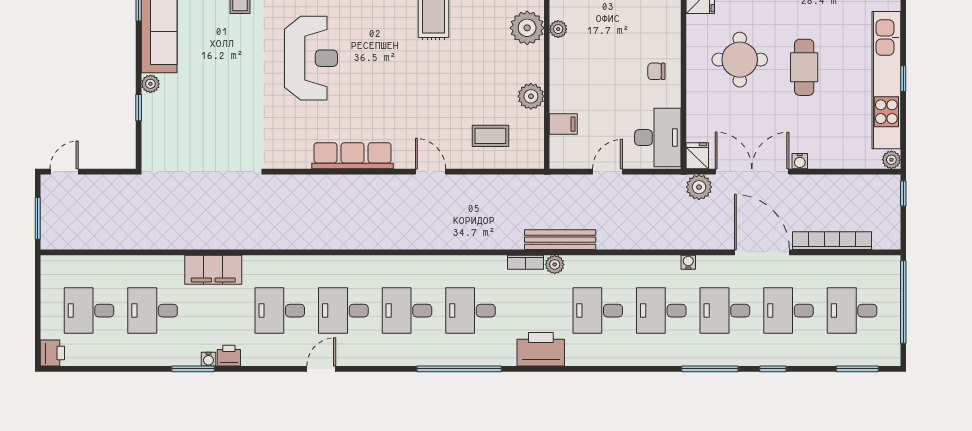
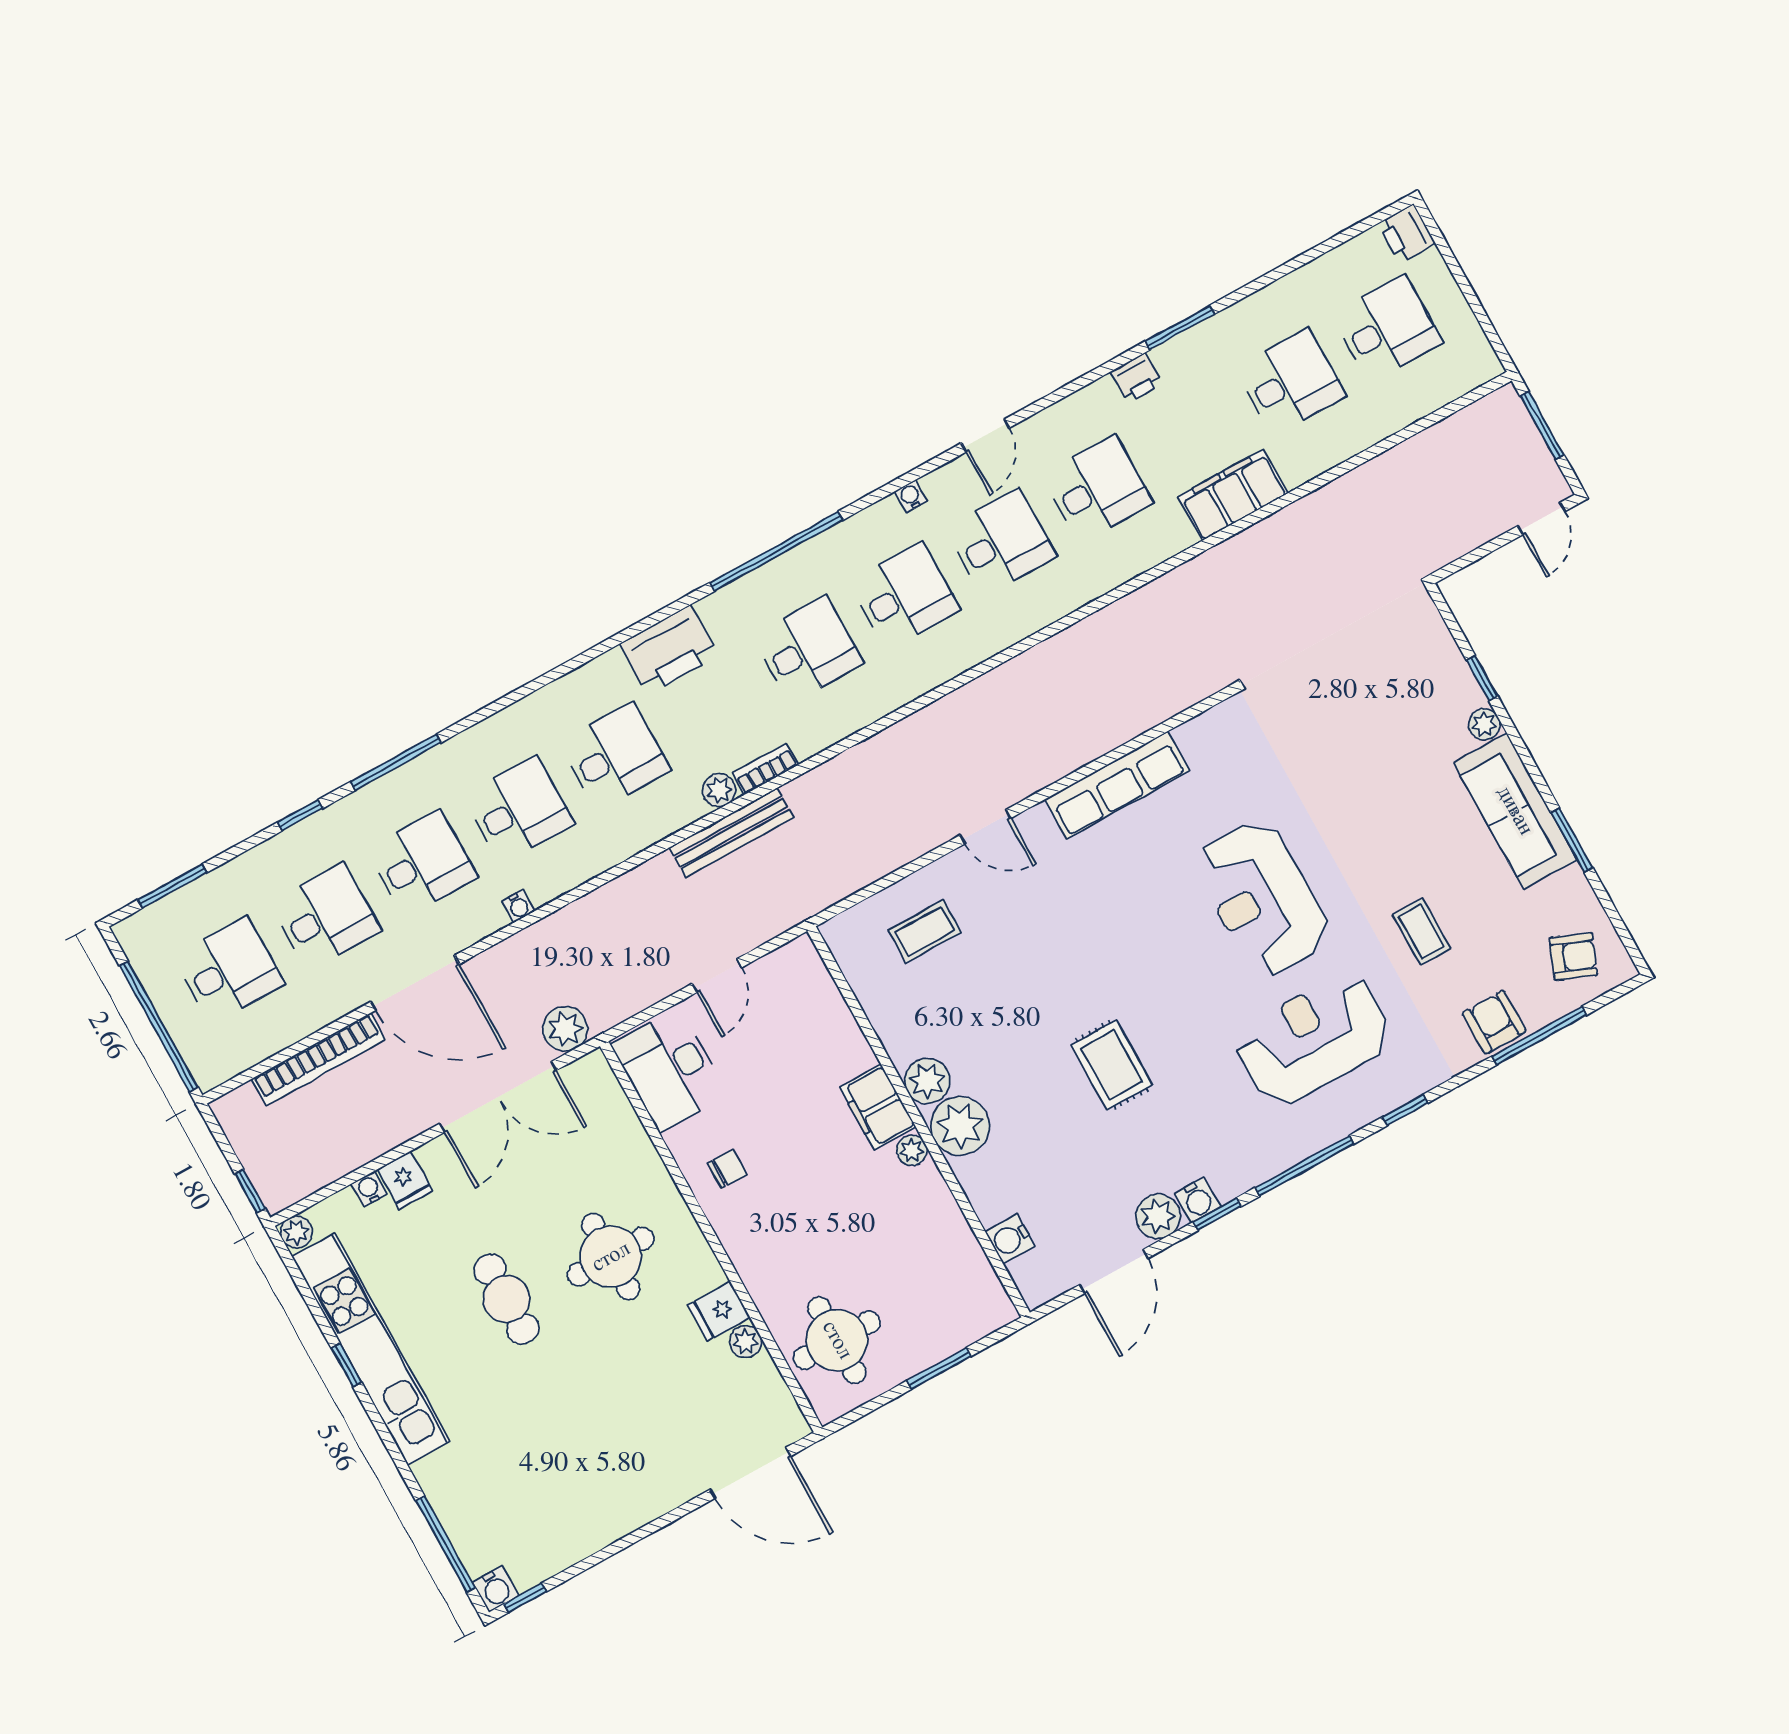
plant: (531, 96) -> (927, 1081), moved
filing cabinet: (563, 124) -> (878, 1107), moved, width x2.00
fridge: (697, 156) -> (405, 1180), moved
water cooler: (800, 161) -> (369, 1189), moved
water cooler: (208, 359) -> (911, 496), moved

